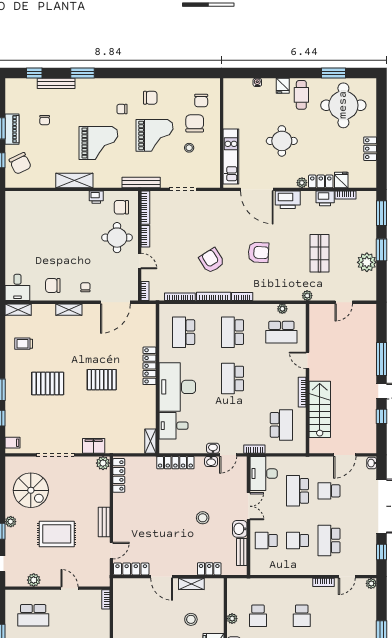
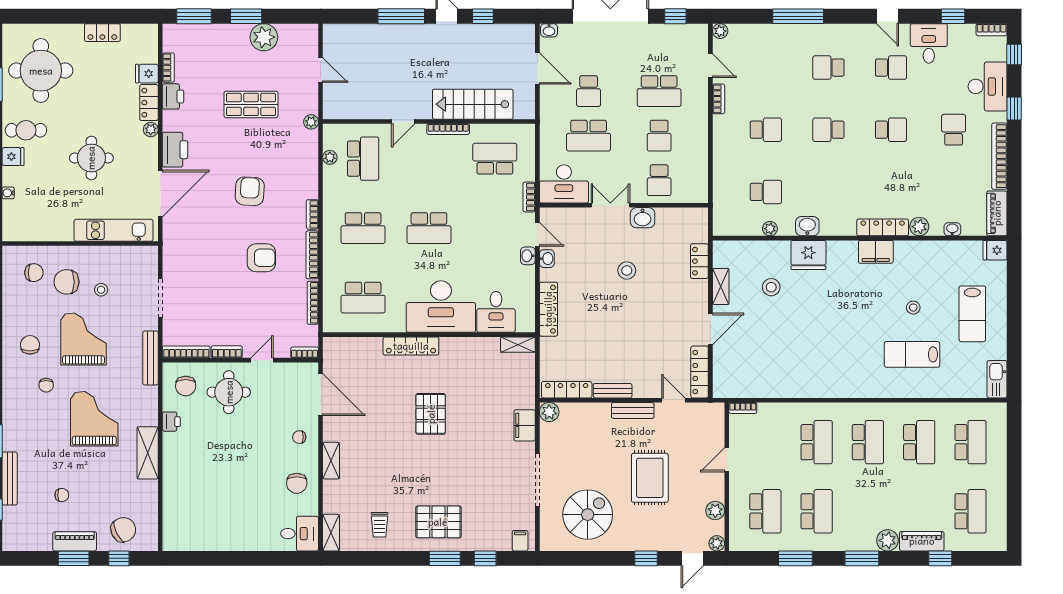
armchair: (212, 261) -> (261, 258), turned -148
pallet: (48, 383) -> (438, 522), moved, turned 90
plant: (11, 522) -> (717, 543), moved
bench: (242, 552) -> (613, 391), moved

